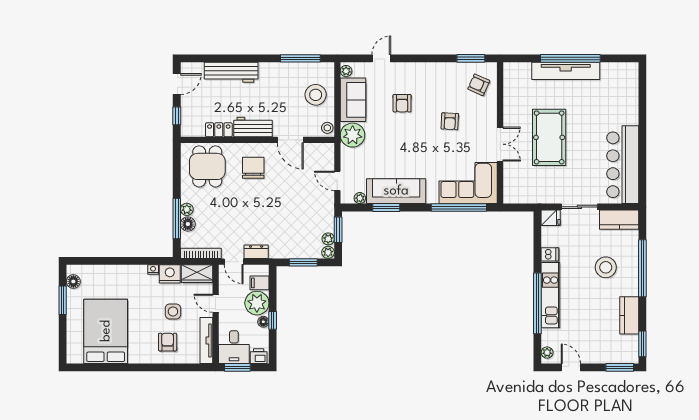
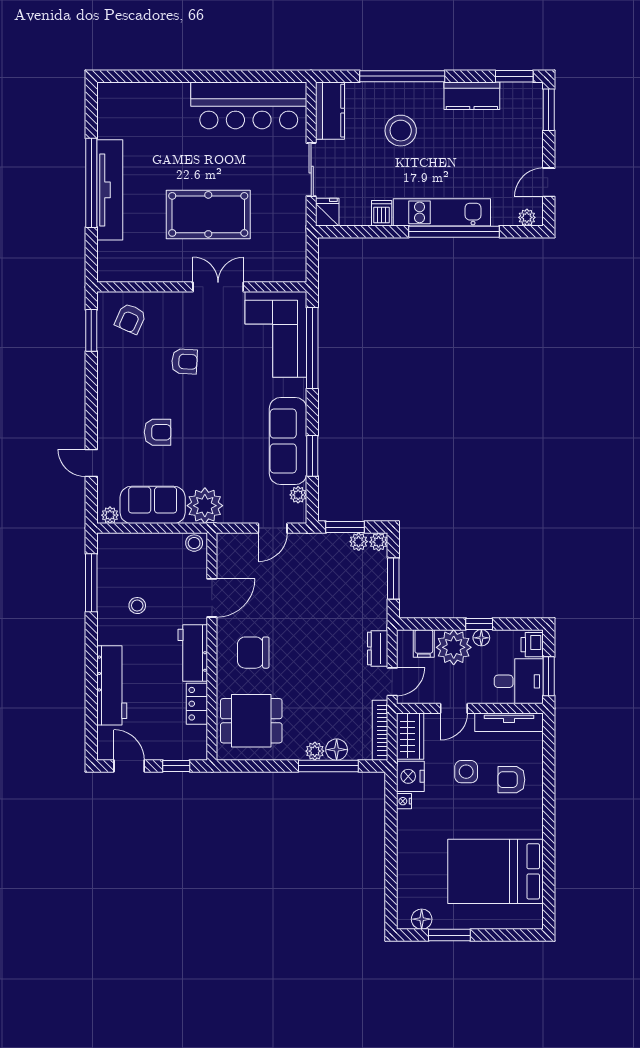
stool: (316, 95) -> (137, 606), moved, width x0.53, depth x0.53

